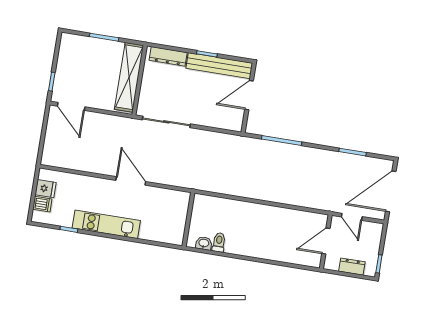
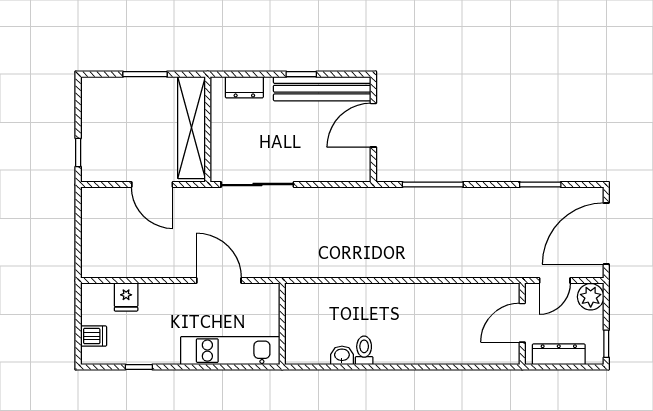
dresser: (168, 56) -> (244, 87), width x0.70
door: (71, 106) -> (152, 185), moved
fridge: (46, 189) -> (126, 297), moved, turned 90
door: (352, 217) -> (555, 281), hinge flipped
wall: (188, 219) -> (282, 324), moved
kitchen unit: (106, 224) -> (230, 351), moved
plant: (374, 231) -> (591, 297), added
dresser: (352, 267) -> (559, 354), width x1.44

